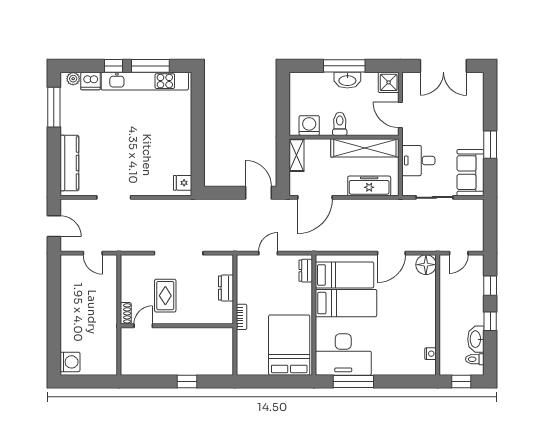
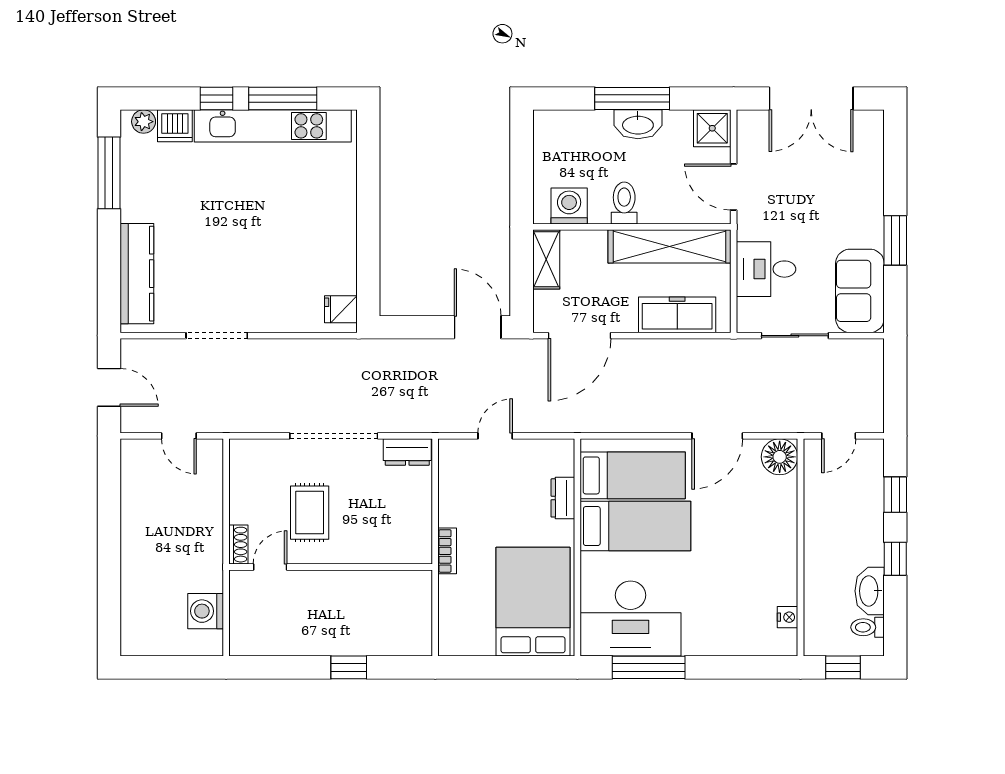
dresser: (306, 271) -> (563, 498), moved
dresser: (226, 288) -> (407, 452), moved, turned -90
washing machine: (70, 362) -> (206, 611), moved, turned 180

